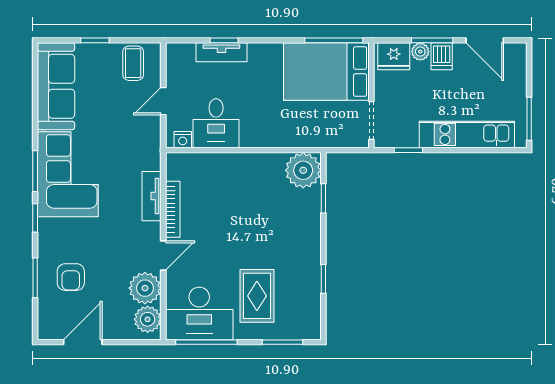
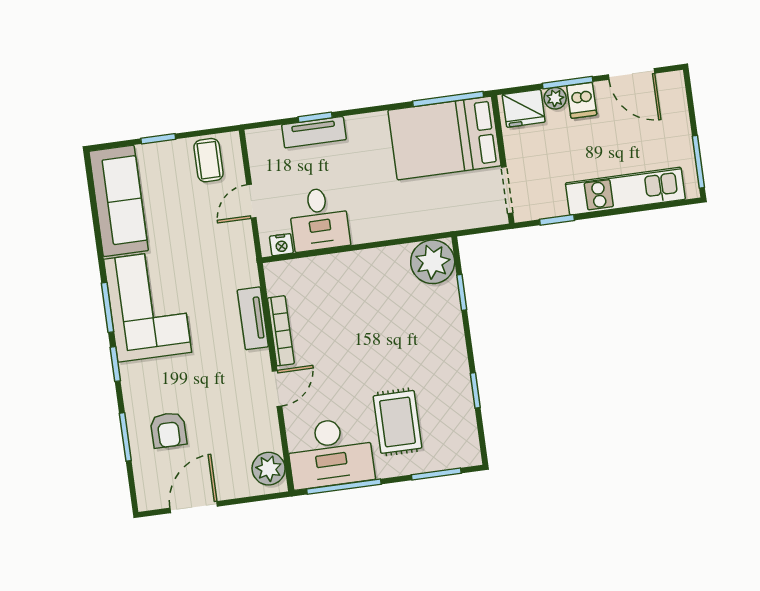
plant: (145, 288) -> (260, 431), removed

